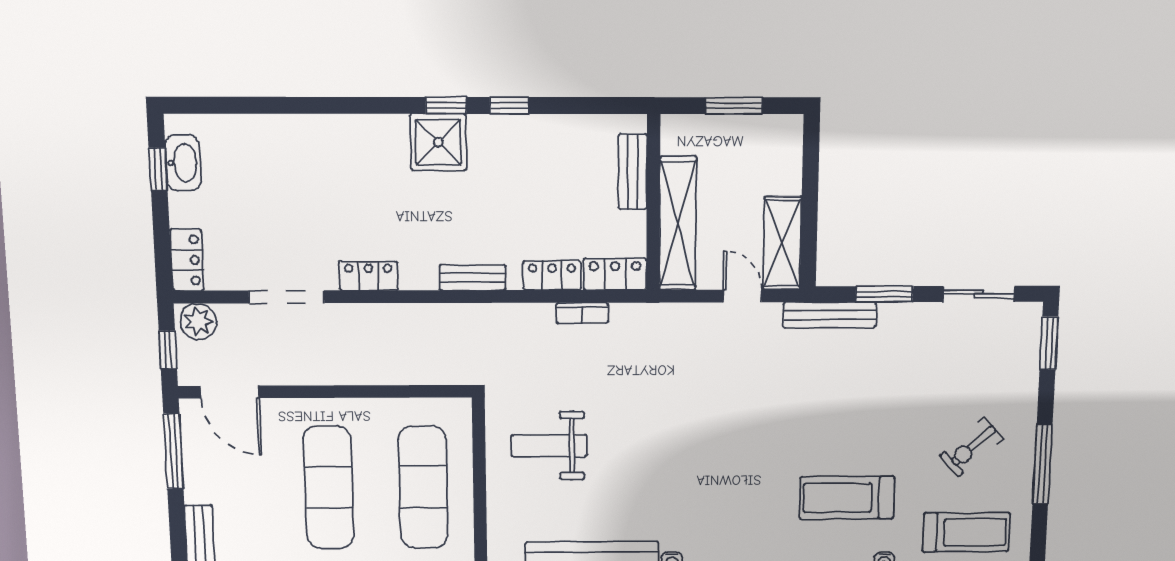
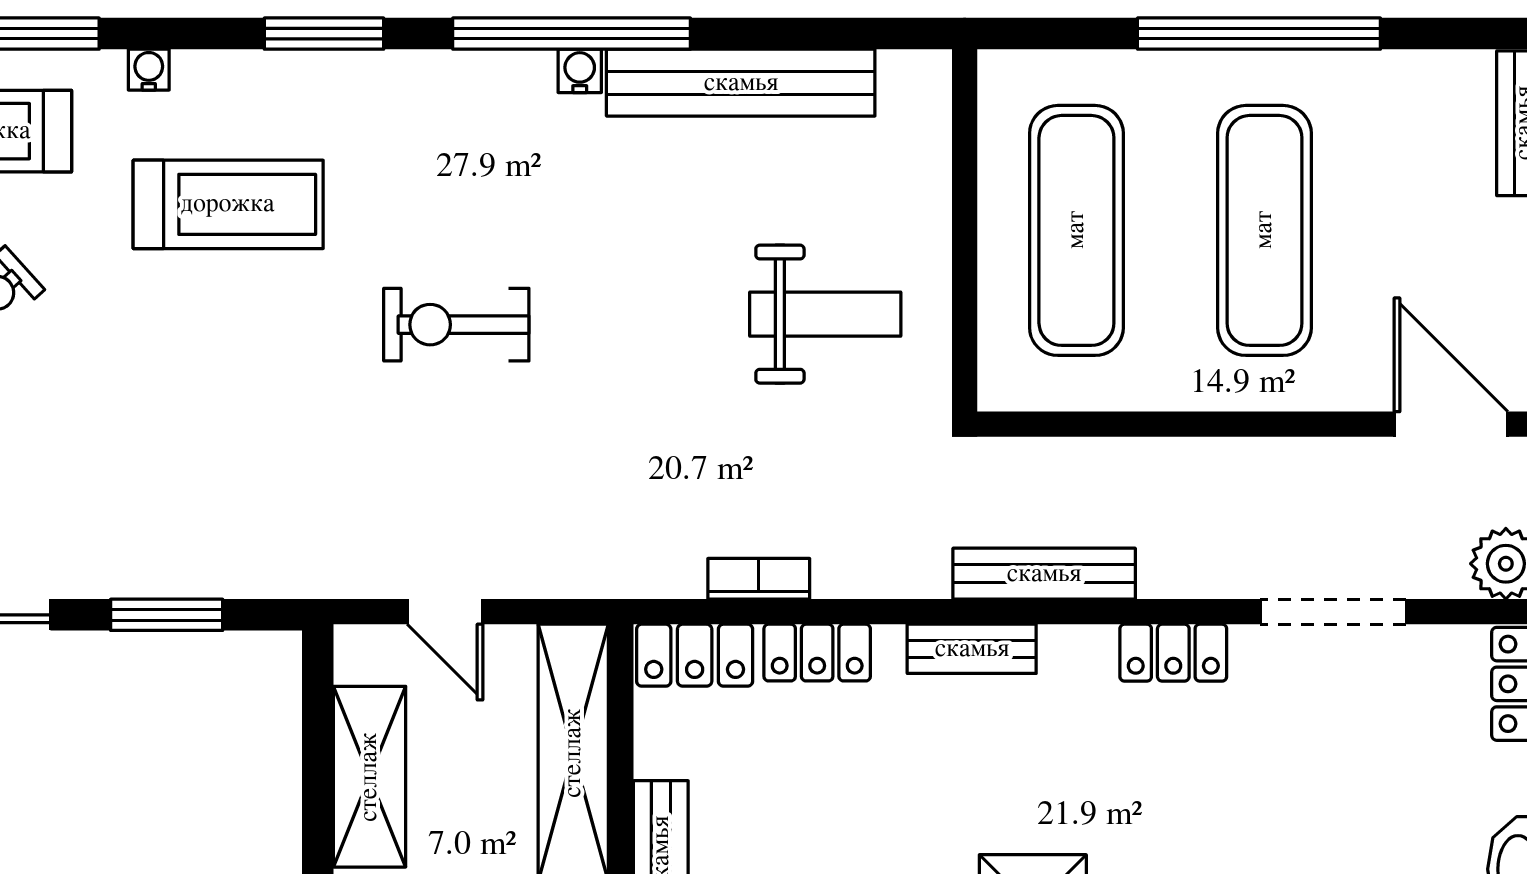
shelving: (782, 243) -> (369, 777), moved
bench: (830, 315) -> (1044, 574), moved
exercise bike: (735, 440) -> (456, 325), added

